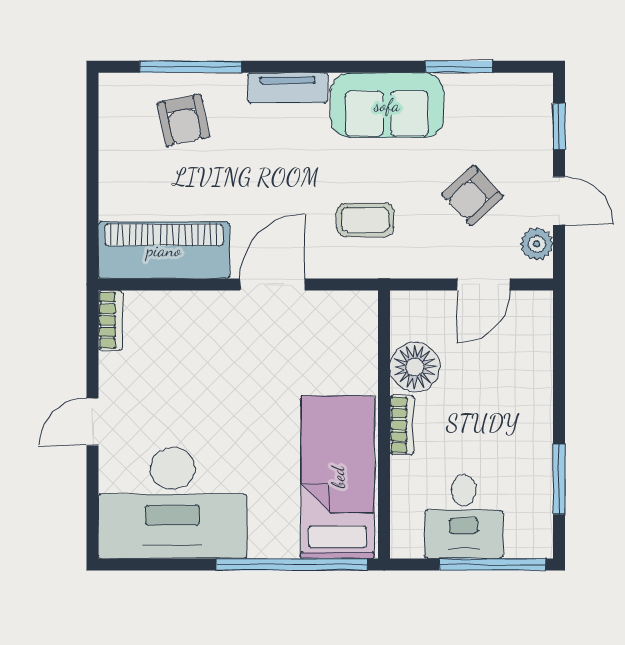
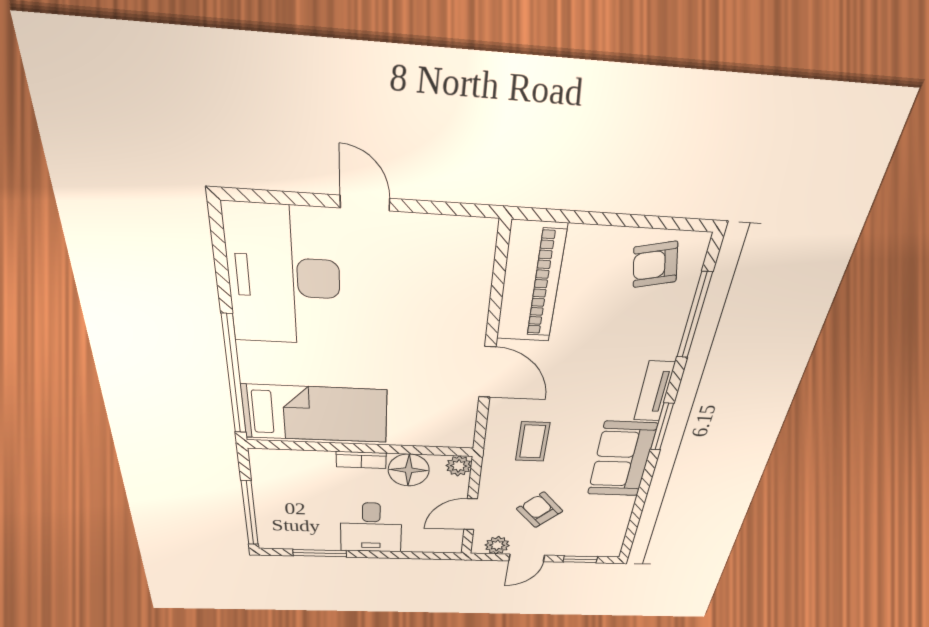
window: (459, 67) -> (662, 427), moved
armchair: (183, 120) -> (655, 265), moved
door: (483, 284) -> (471, 514), hinge flipped
plant: (406, 306) -> (459, 466), added
bookcase: (110, 320) -> (468, 228), removed
desk: (464, 516) -> (371, 528), moved, turned -90

